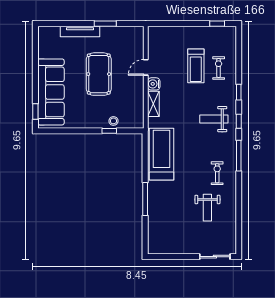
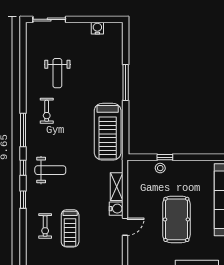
treadmill: (196, 66) -> (70, 228), turned 180
weight bench: (207, 208) -> (57, 73), turned 180
water cooler: (171, 249) -> (97, 28), added

